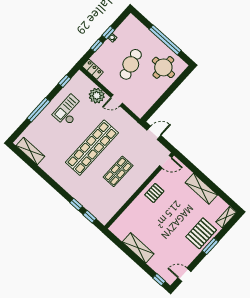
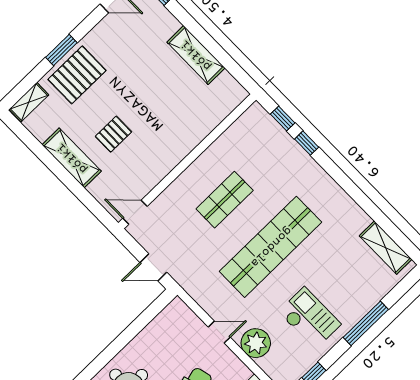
checkout: (69, 111) -> (310, 318), turned -90
pallet: (154, 193) -> (113, 134), moved

